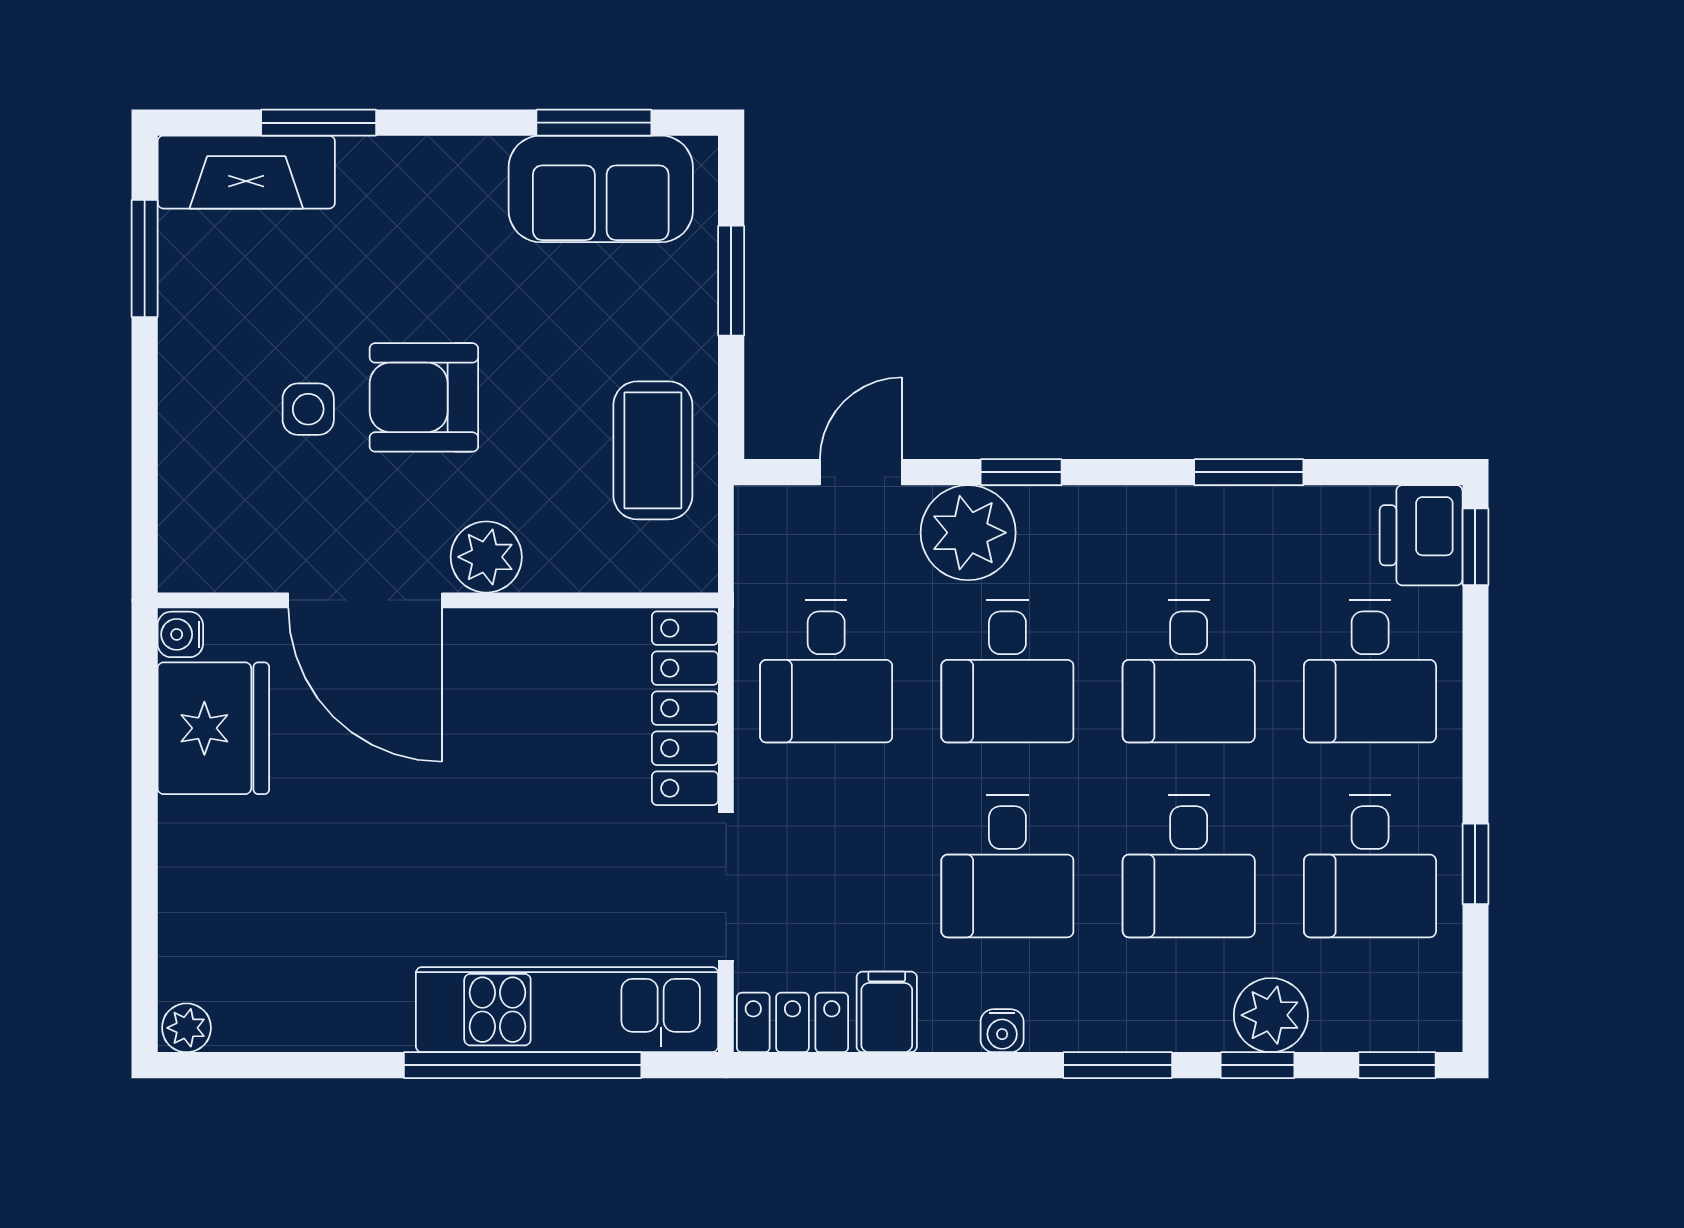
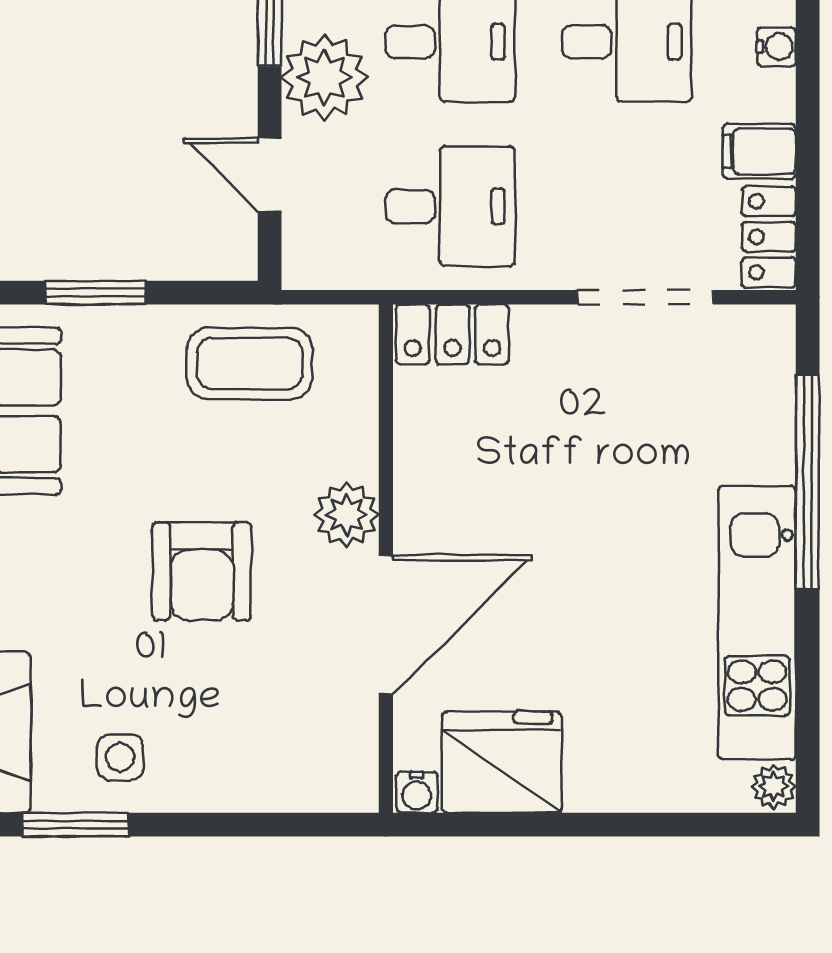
side table: (308, 409) -> (120, 757), moved
locker: (685, 708) -> (452, 334), width x0.66
kitchen unit: (567, 1010) -> (757, 623), moved

